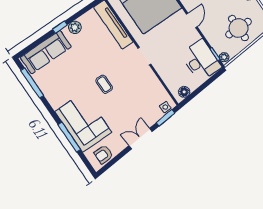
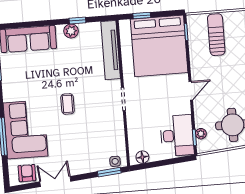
window: (60, 27) -> (77, 21), moved
plant: (224, 57) -> (201, 134), moved
double door: (141, 138) -> (55, 182), moved
armchair: (103, 154) -> (27, 173), turned 90

